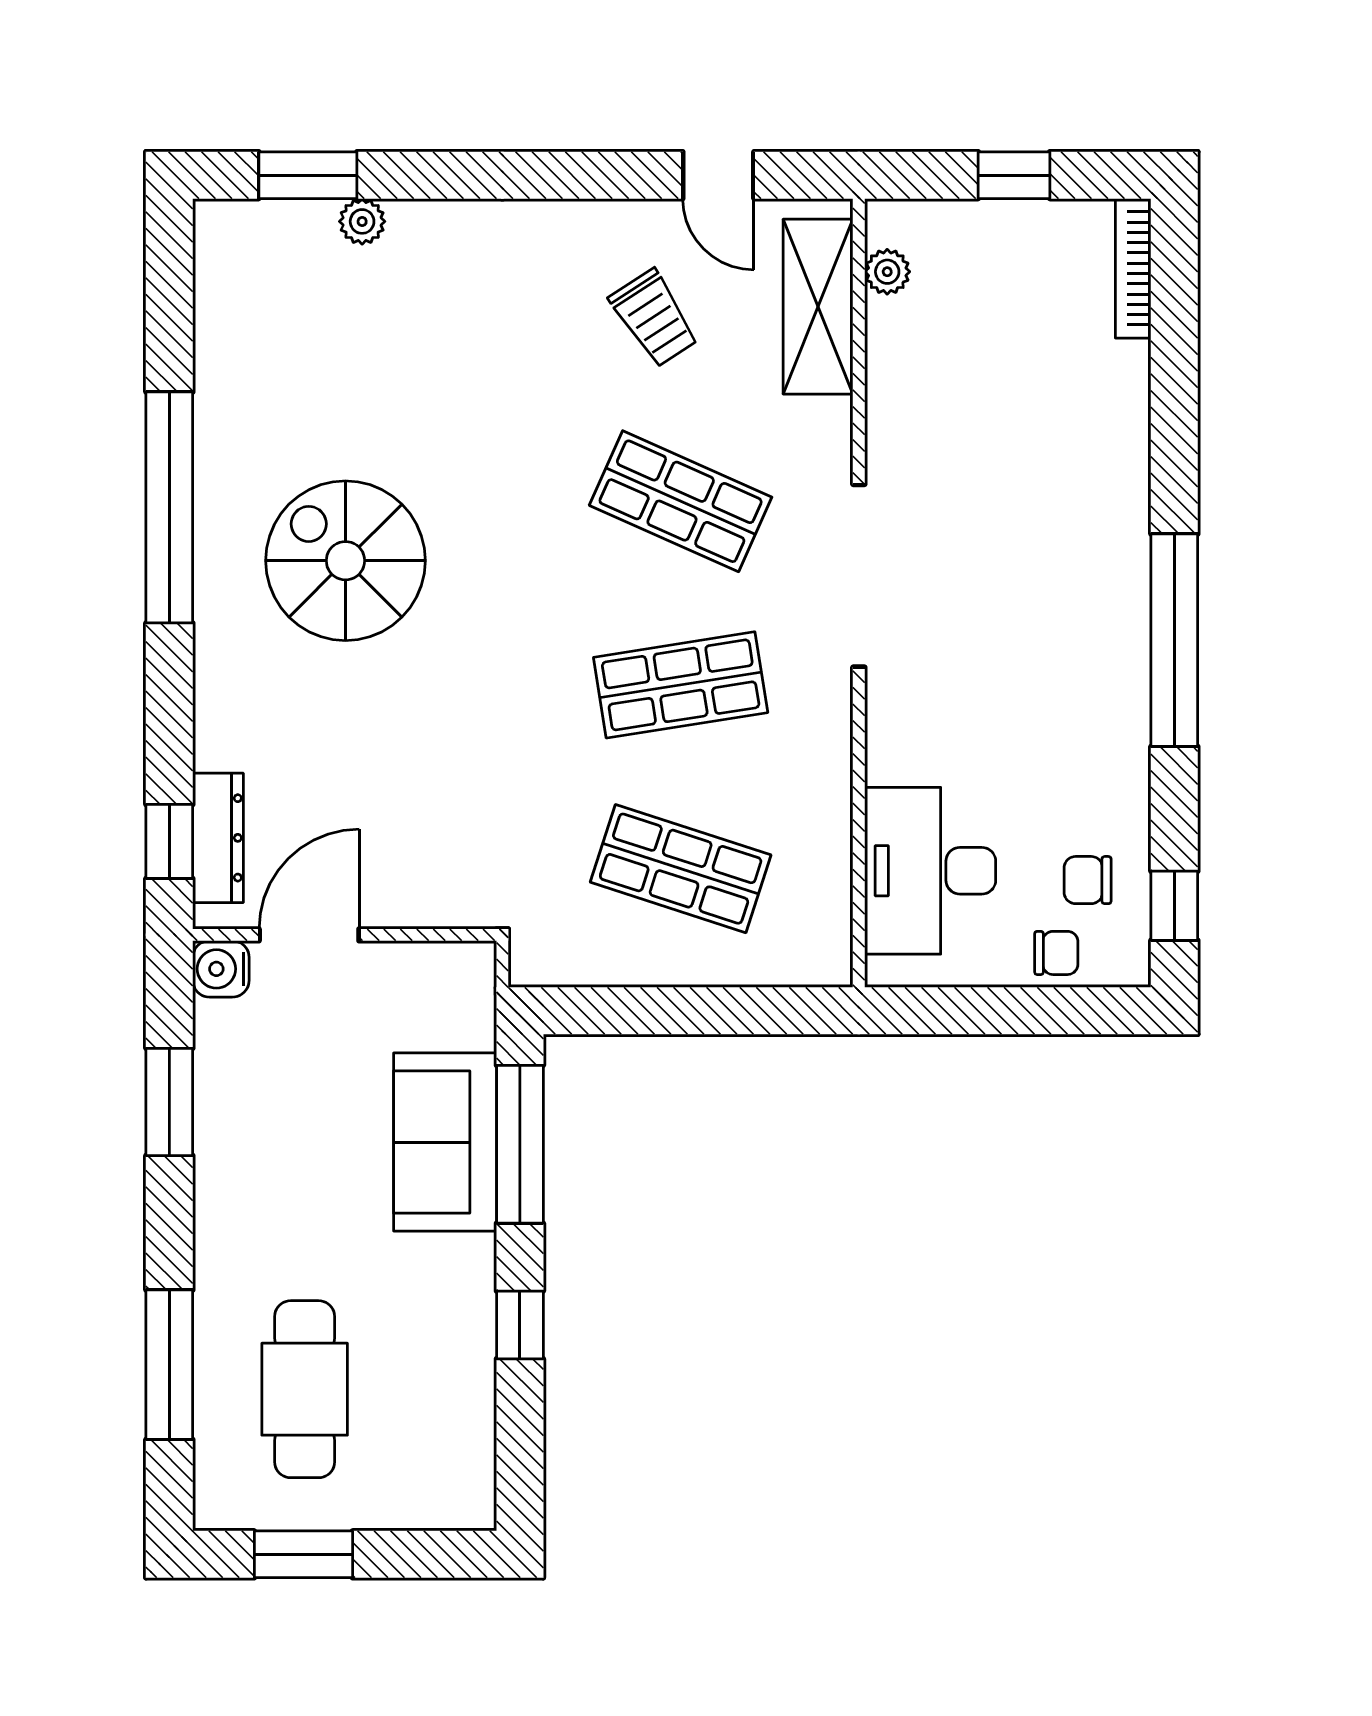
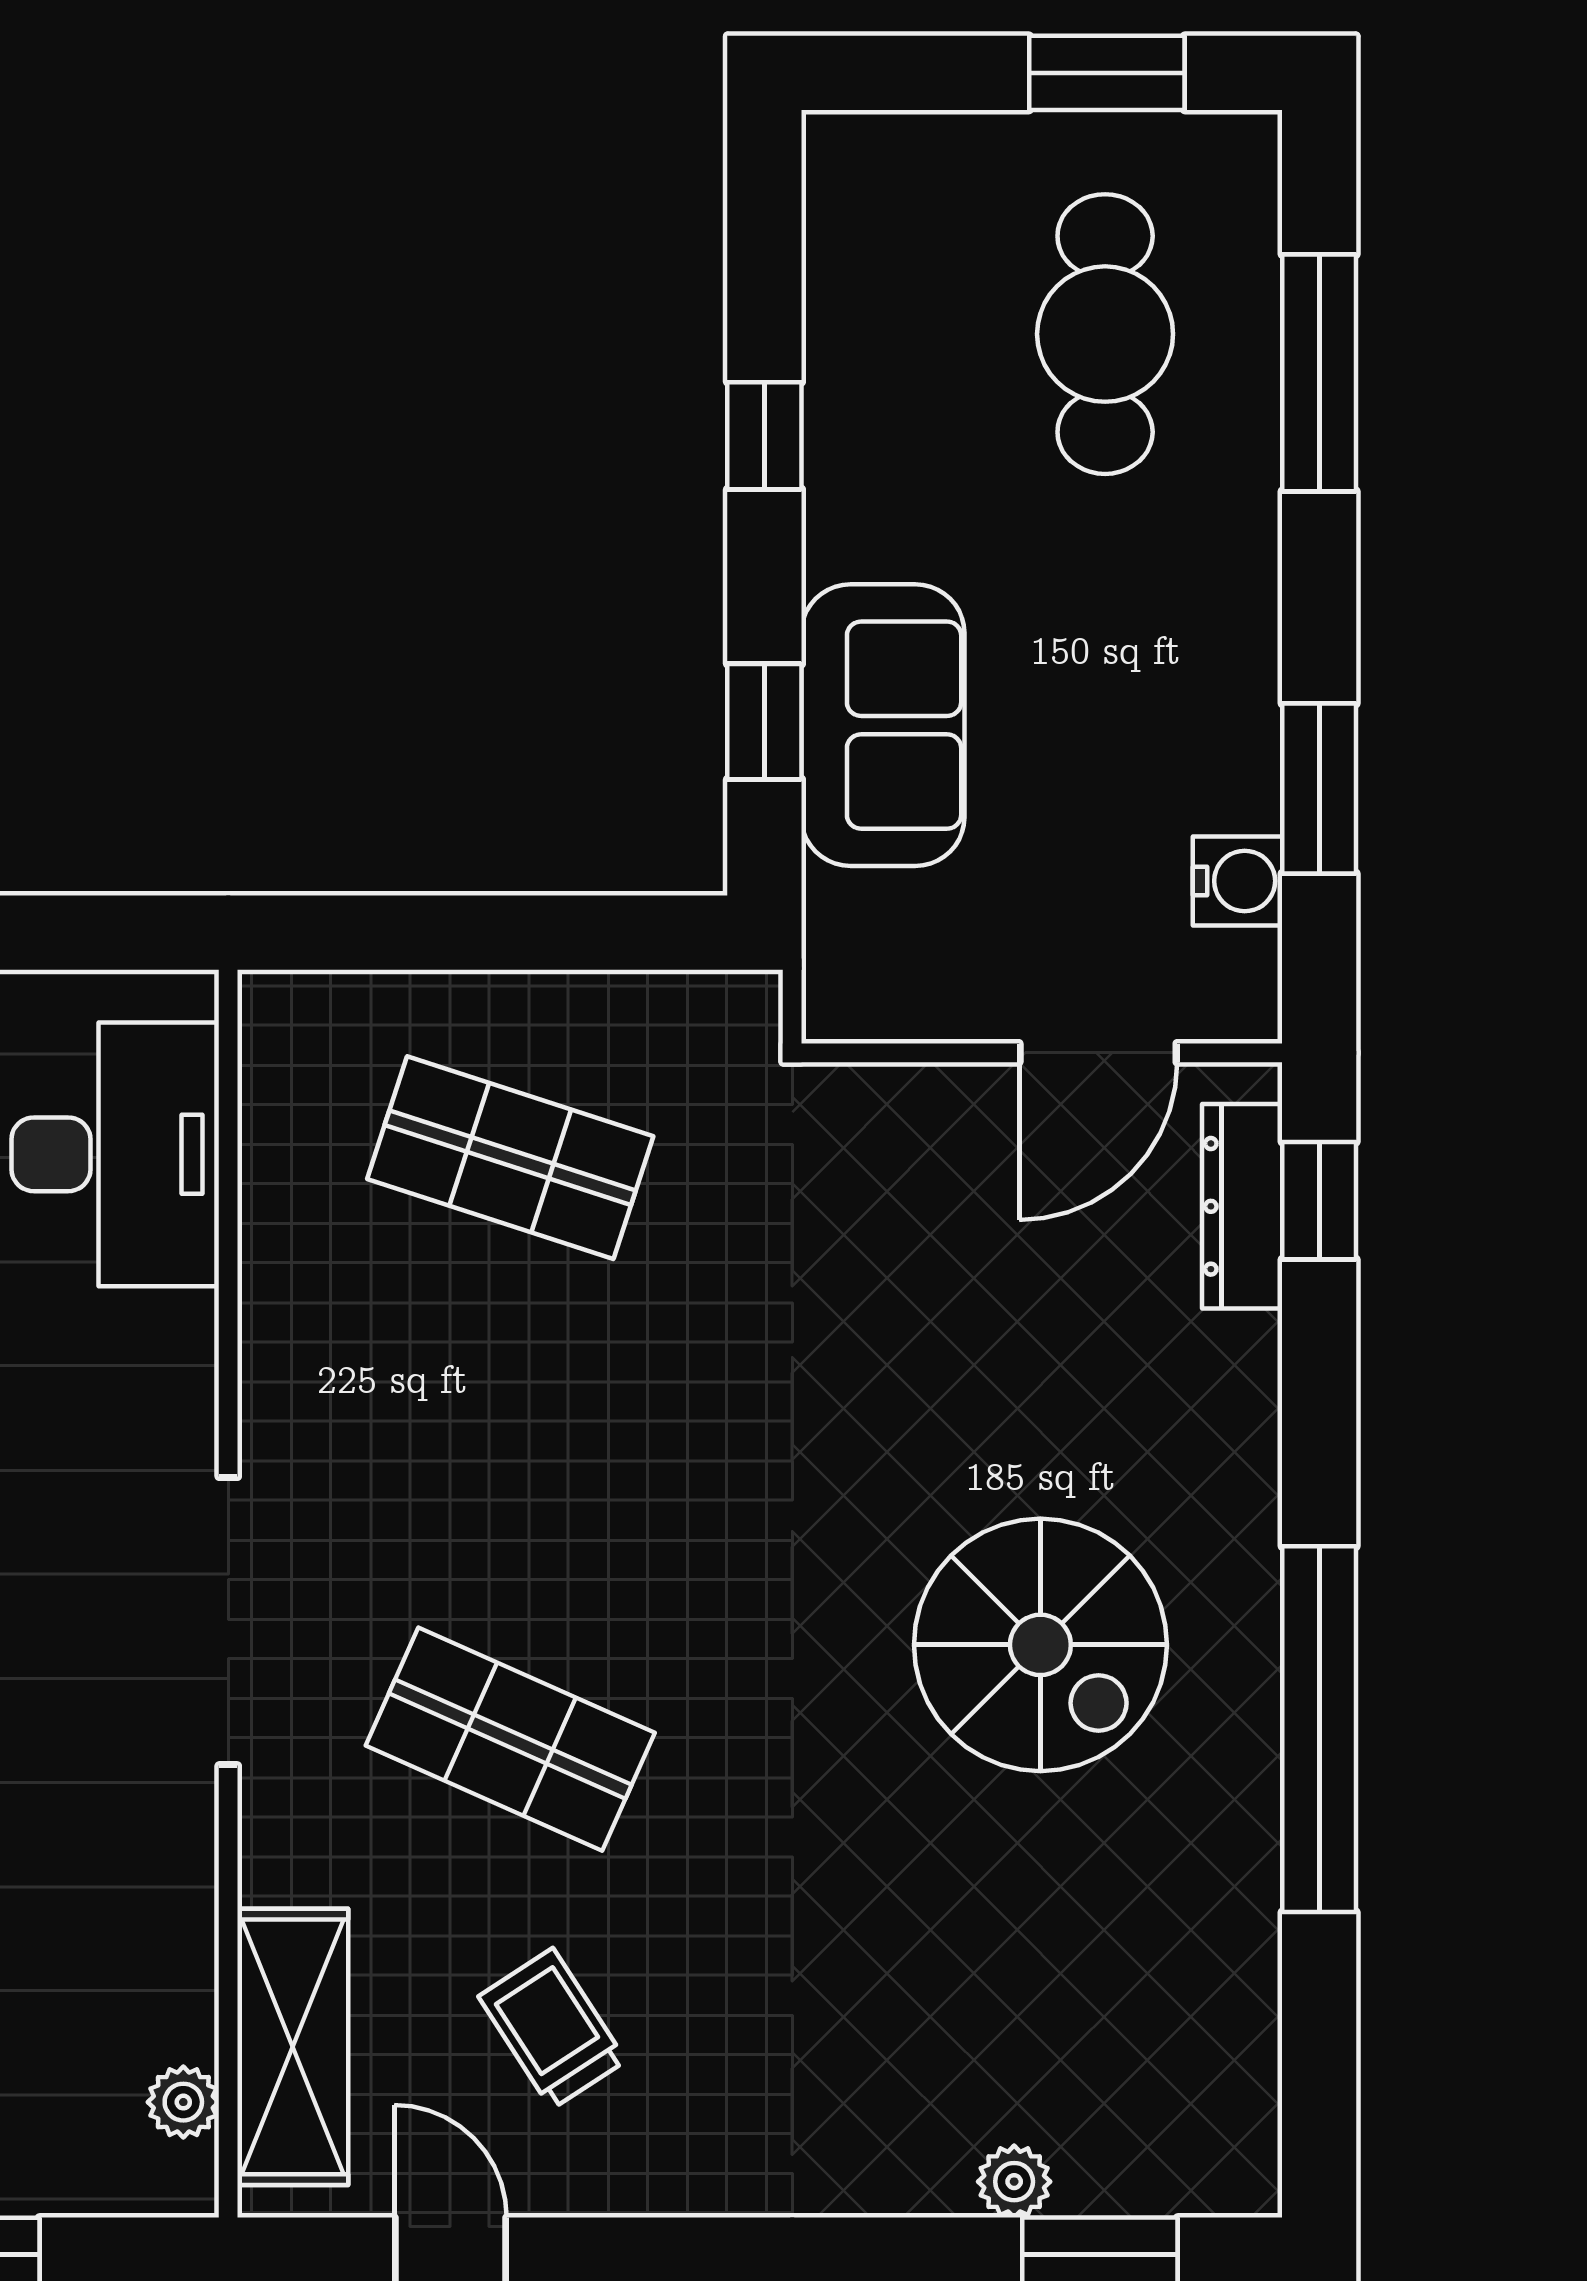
shop shelf: (681, 685) -> (510, 1448), removed
water cooler: (221, 969) -> (1238, 881), moved
window: (520, 1144) -> (764, 722), width x0.46

